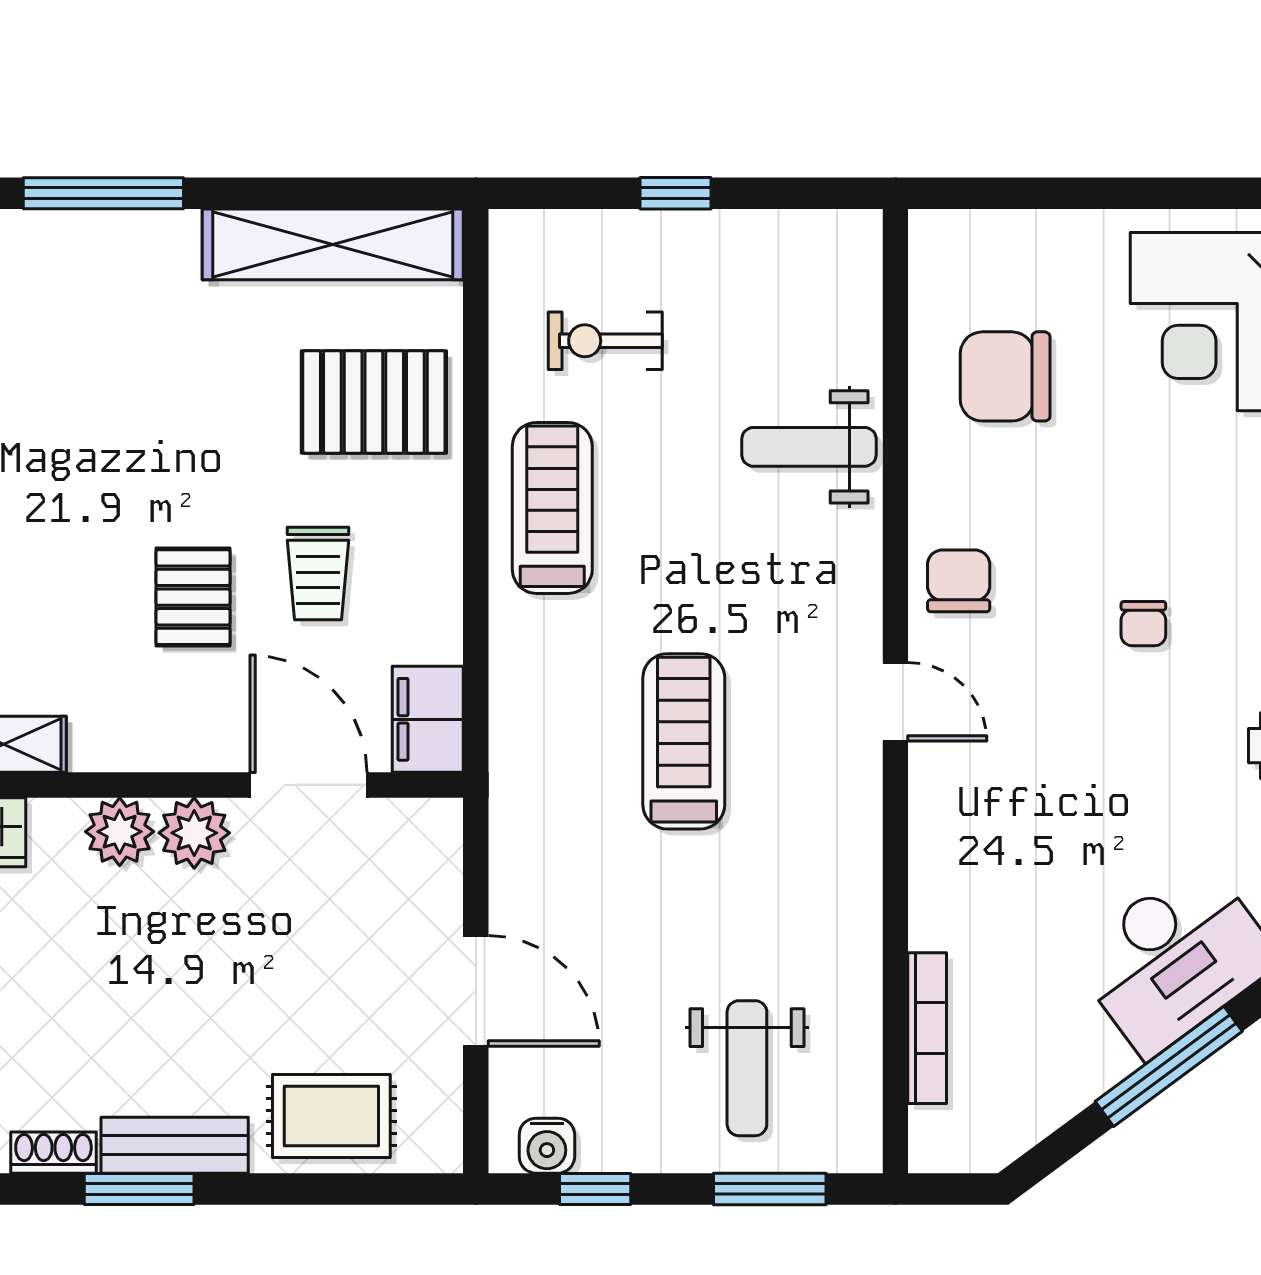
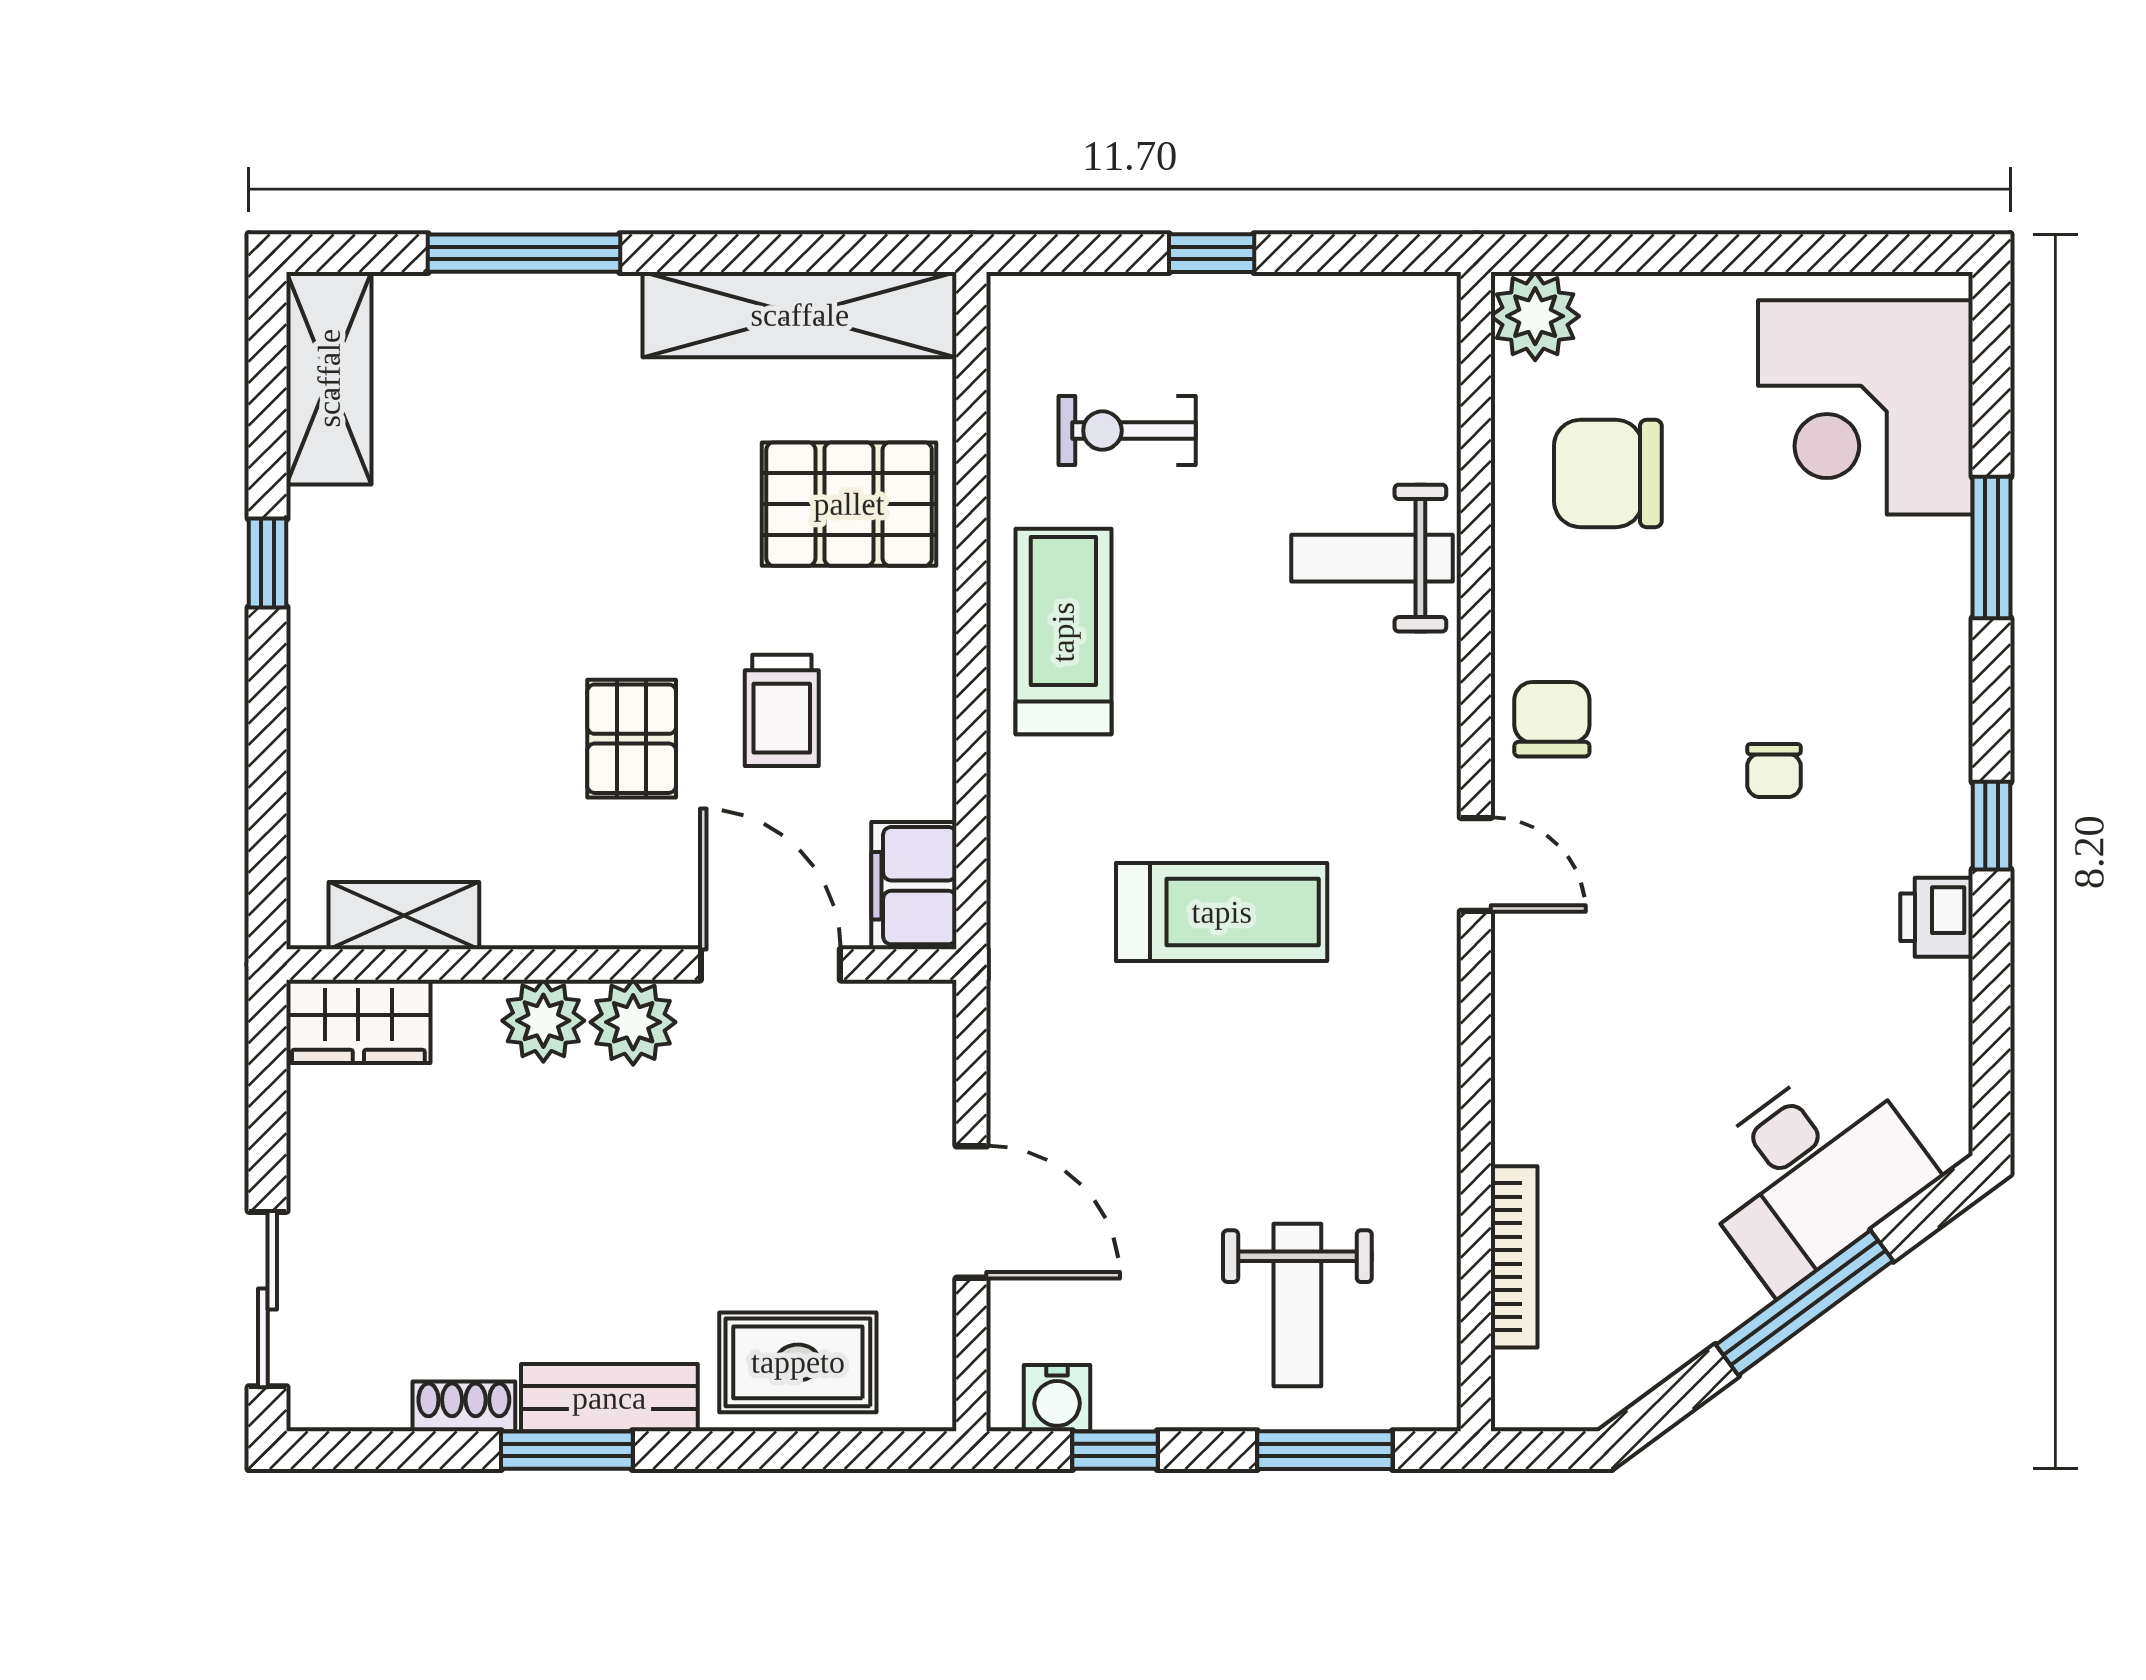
plant: (945, 246) -> (1535, 316), added
treadmill: (684, 741) -> (1222, 912), turned 90

